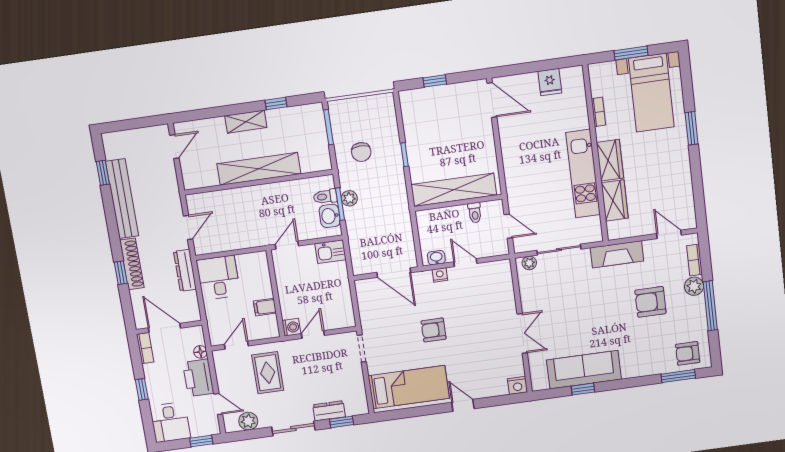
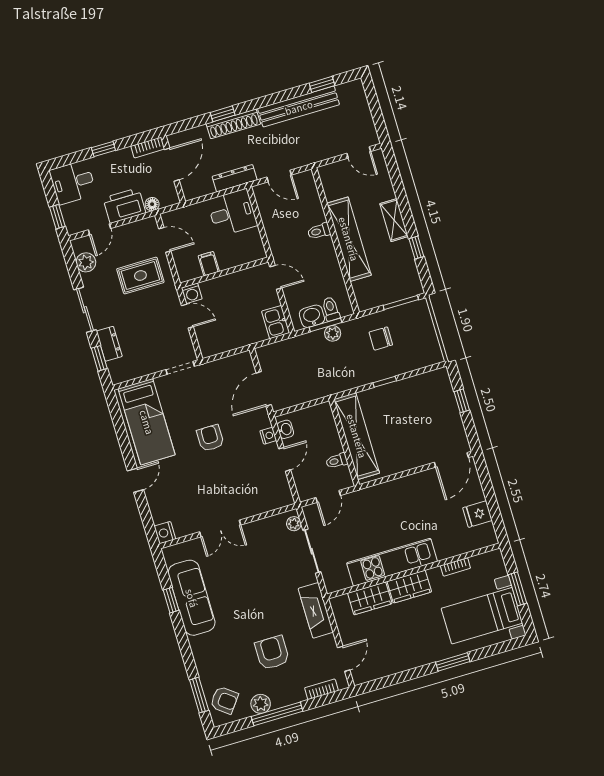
toilet: (247, 197) -> (319, 231), added
plant: (694, 286) -> (261, 704), moved
armchair: (688, 353) -> (224, 700), turned 127

